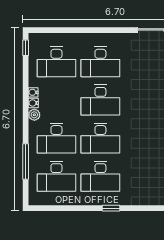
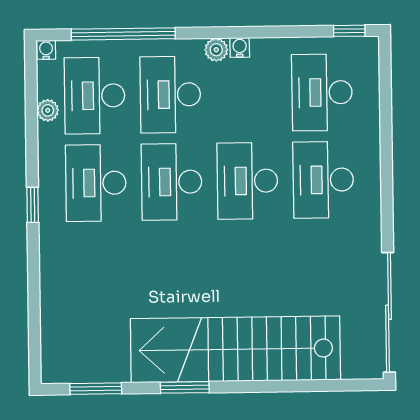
water cooler: (33, 92) -> (46, 50), moved
window: (26, 161) -> (123, 34), width x1.46
plant: (64, 200) -> (48, 110), added

